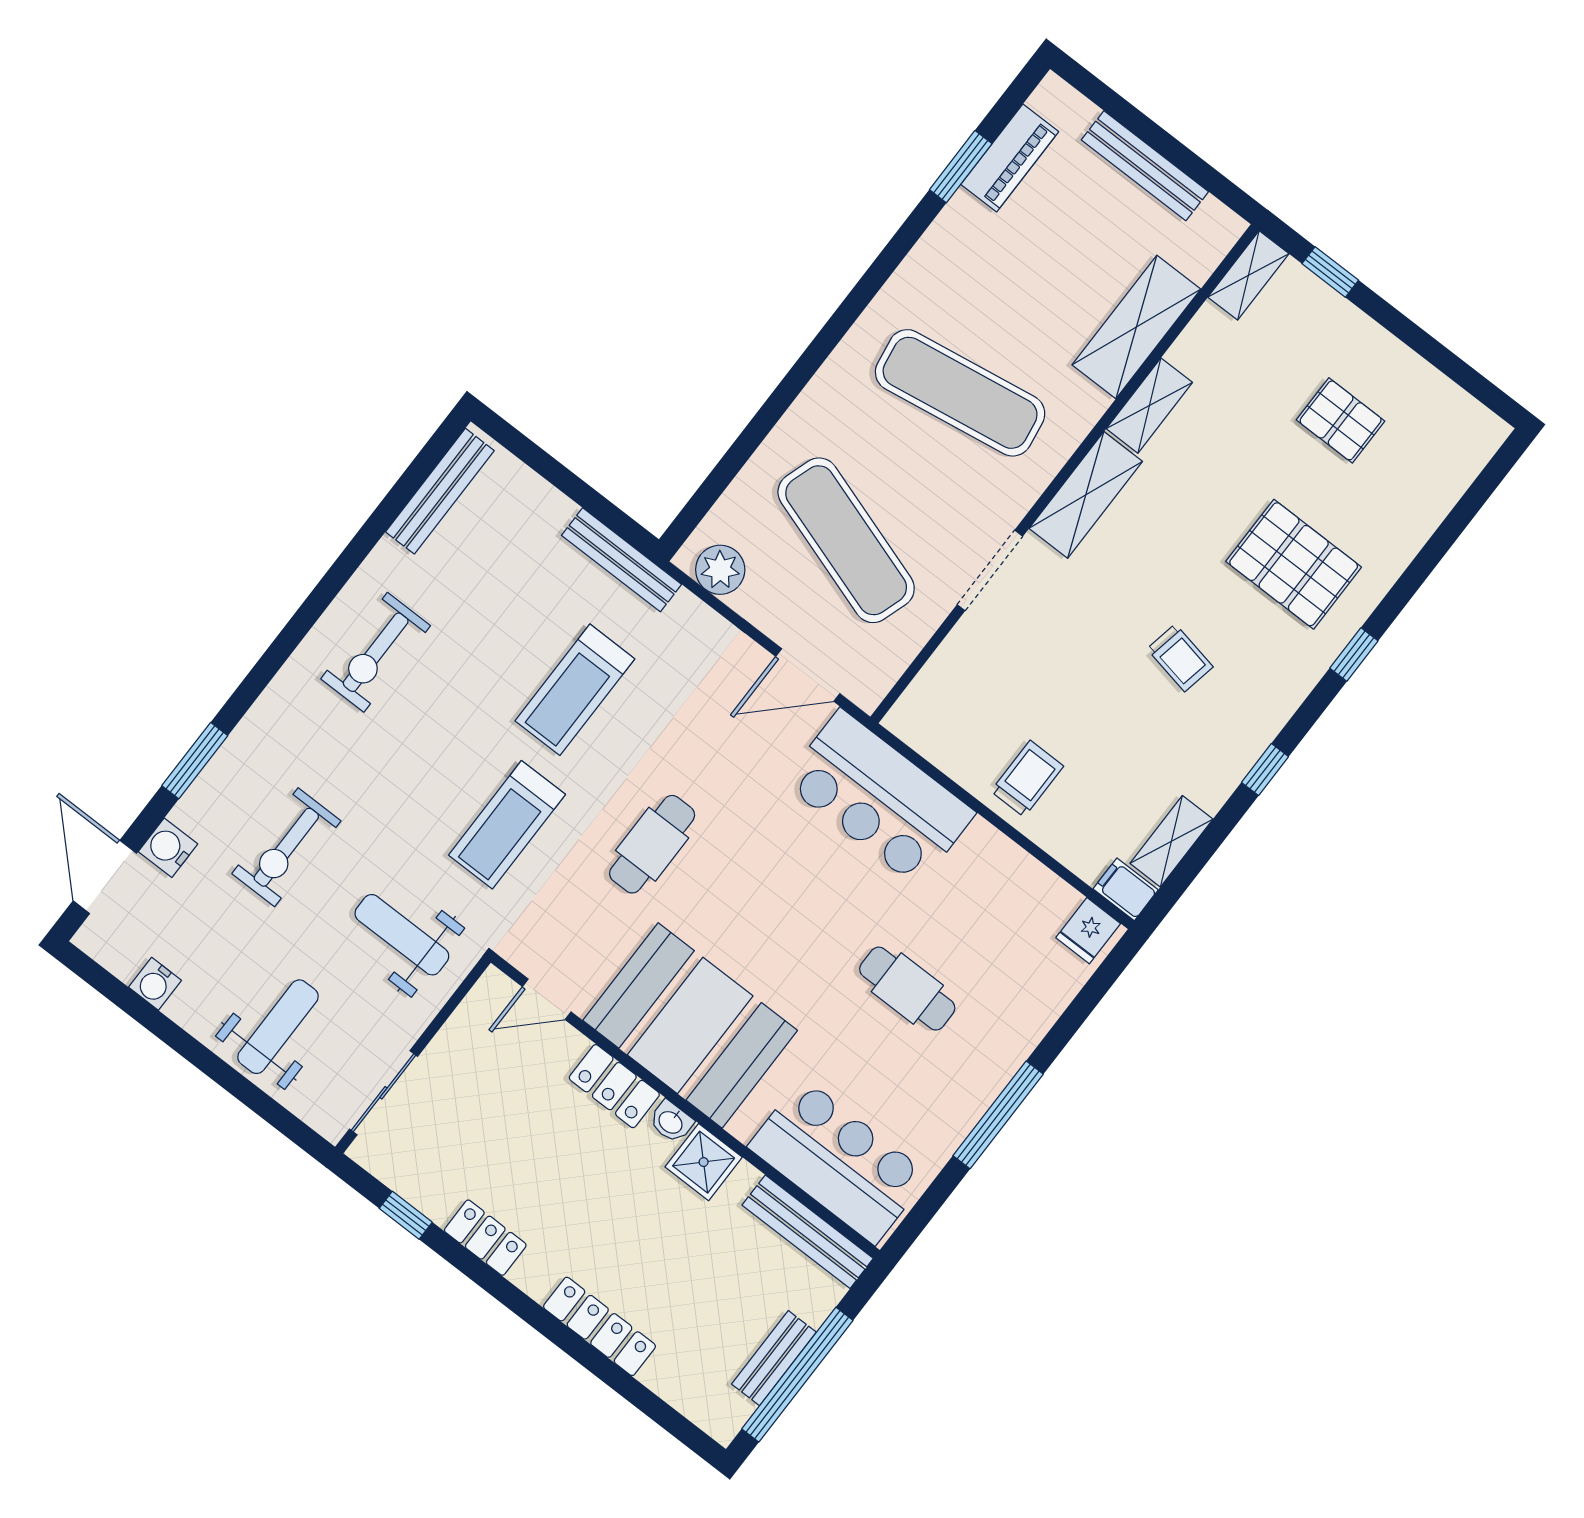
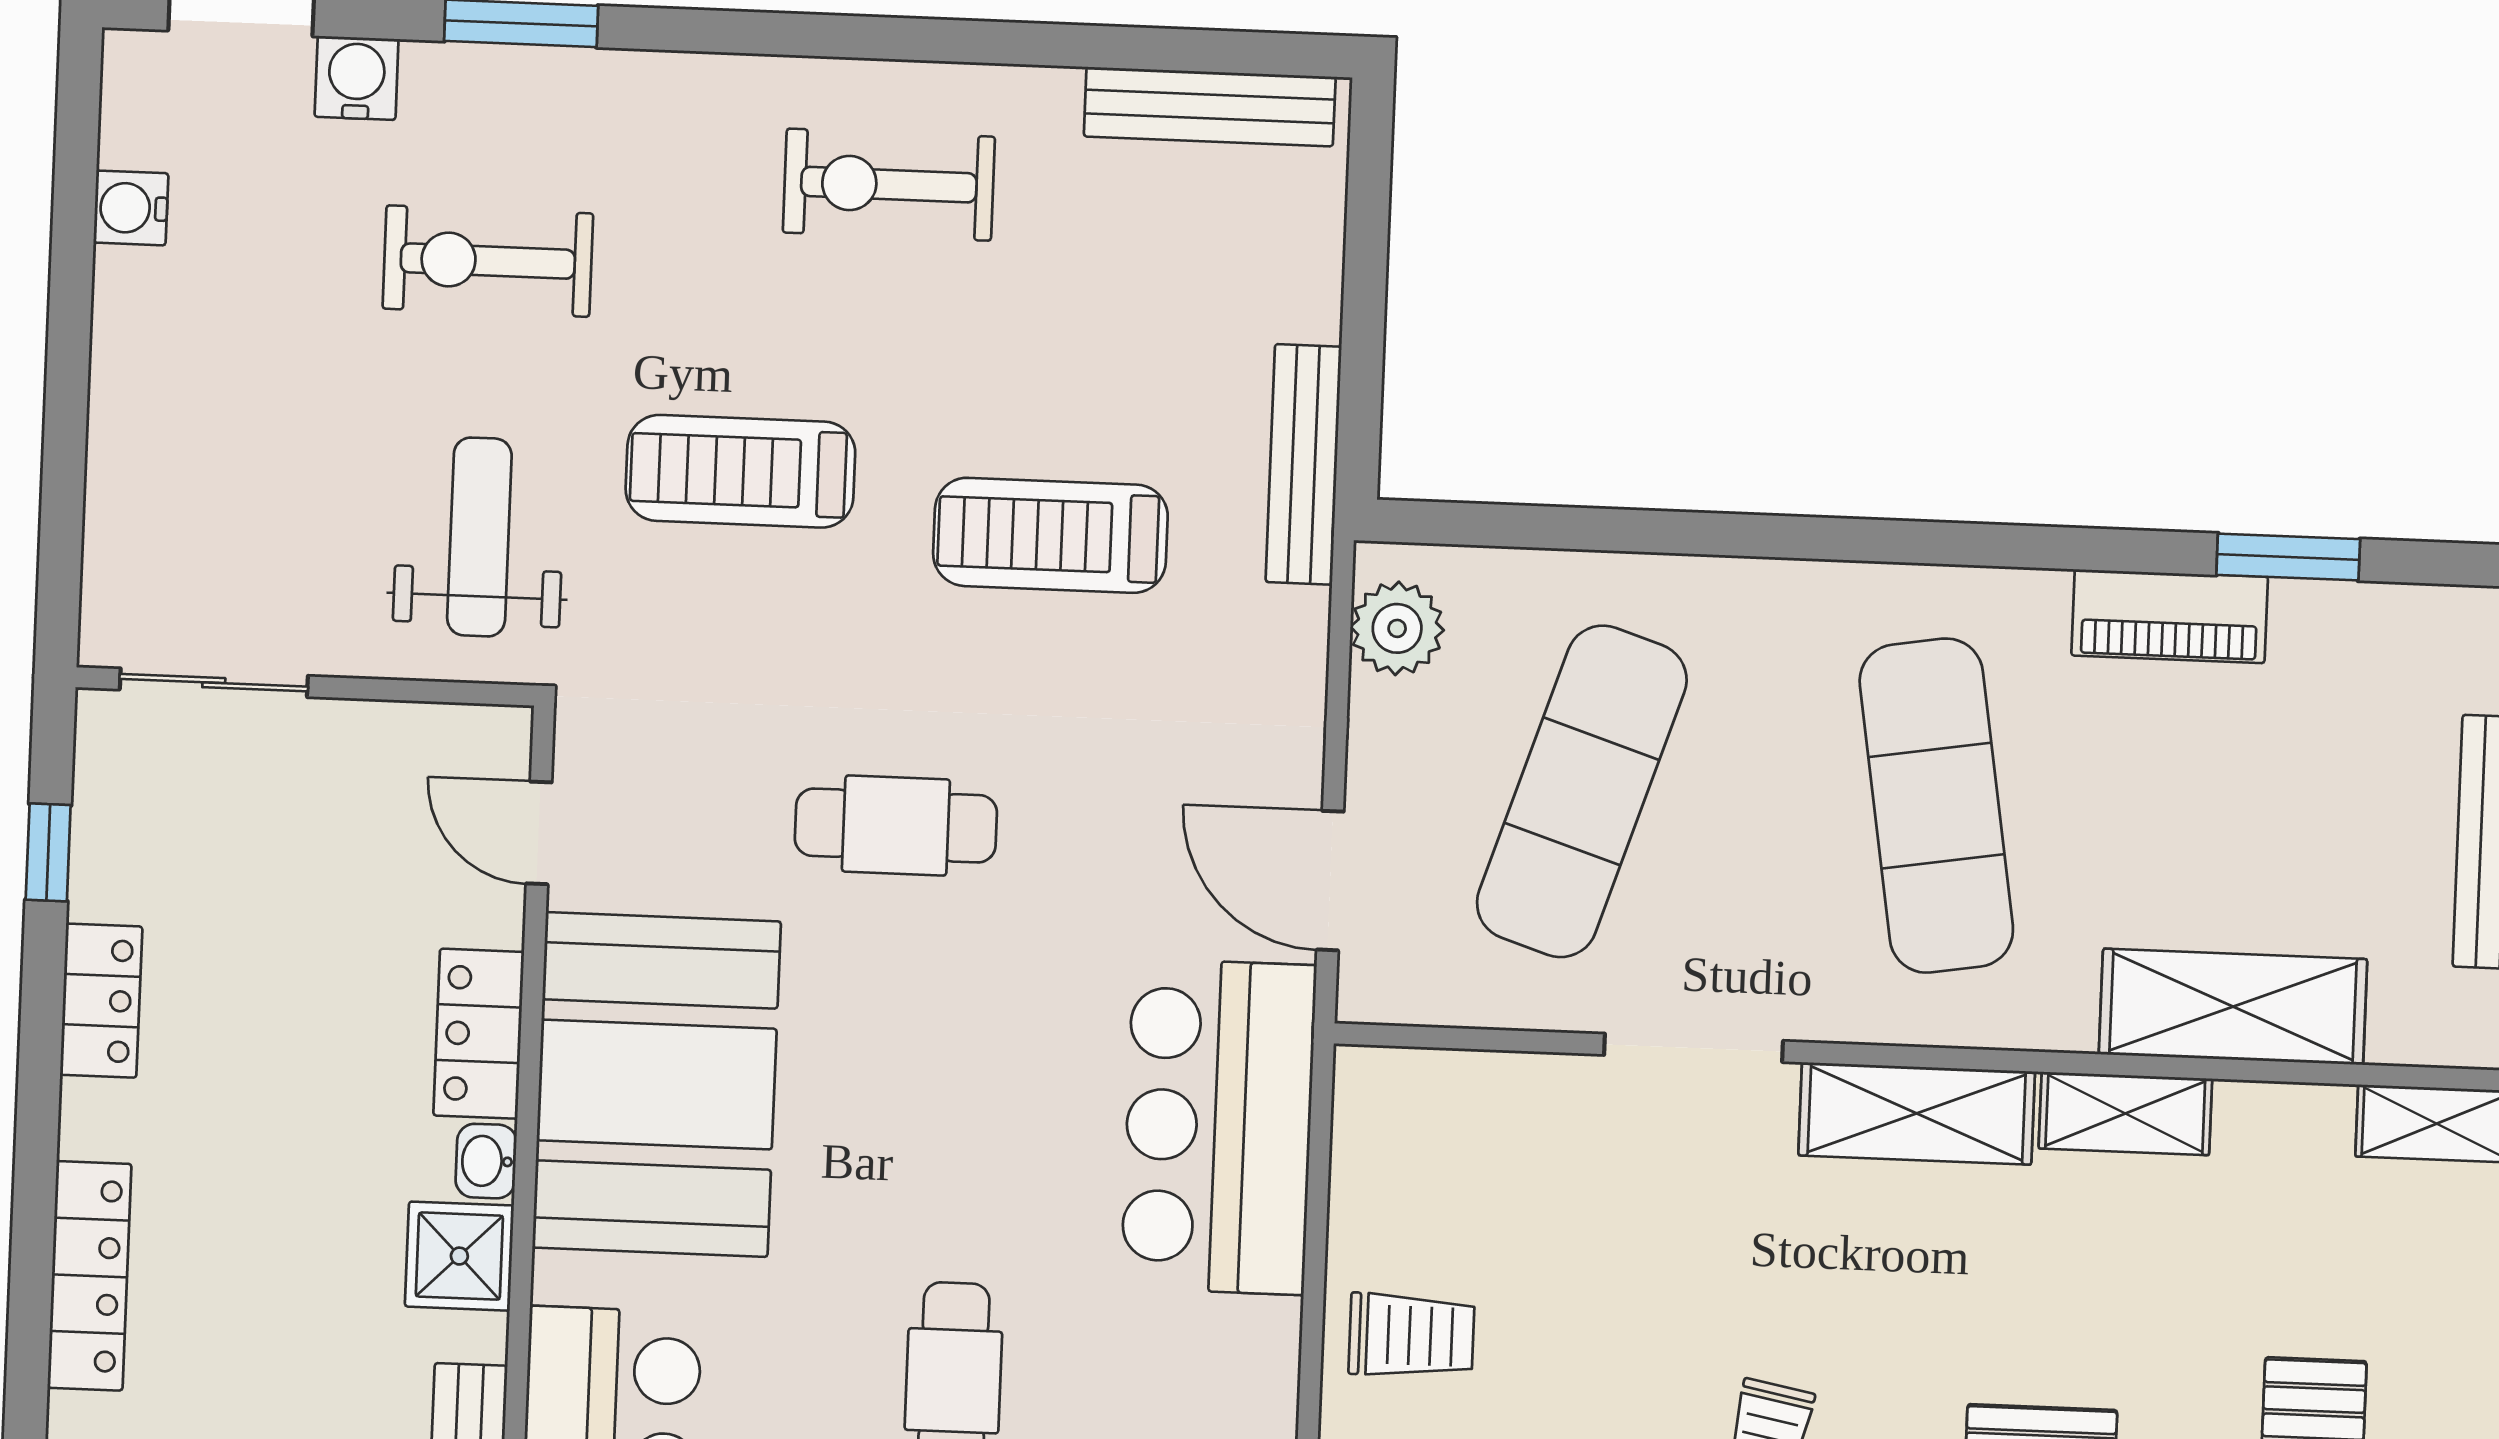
piano: (1010, 158) -> (2170, 616), moved
treadmill: (507, 825) -> (740, 471), moved
weight bench: (278, 1027) -> (200, 446), removed

